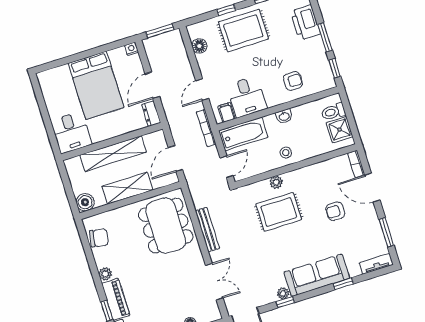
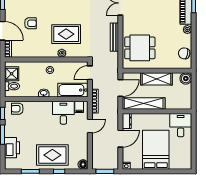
floor lamp: (199, 46) -> (83, 164), moved
armchair: (293, 81) -> (17, 109), moved
shelving: (113, 154) -> (144, 104), moved
dining table: (166, 226) -> (140, 48), width x0.73

